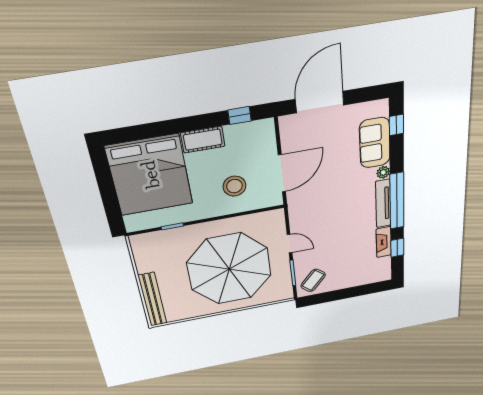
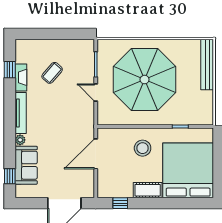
stool: (234, 186) -> (143, 148), moved
window: (397, 201) -> (10, 113), removed
coffee table: (313, 280) -> (52, 73), moved

